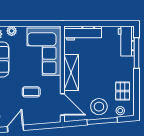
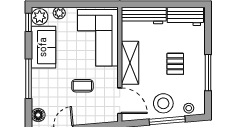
workbench: (126, 41) -> (185, 16), moved, turned -90
window: (136, 53) -> (208, 73), moved
pallet: (123, 91) -> (175, 64), moved

